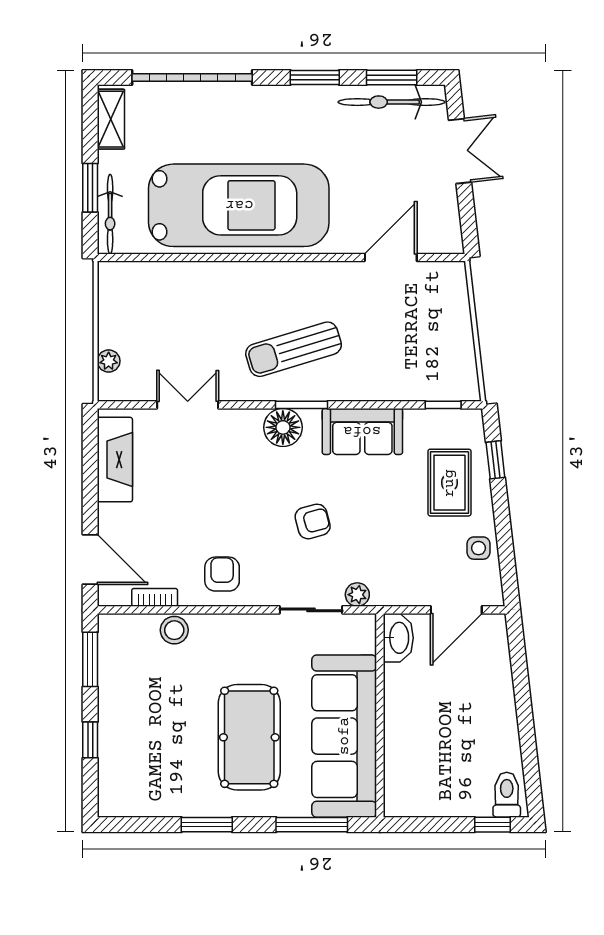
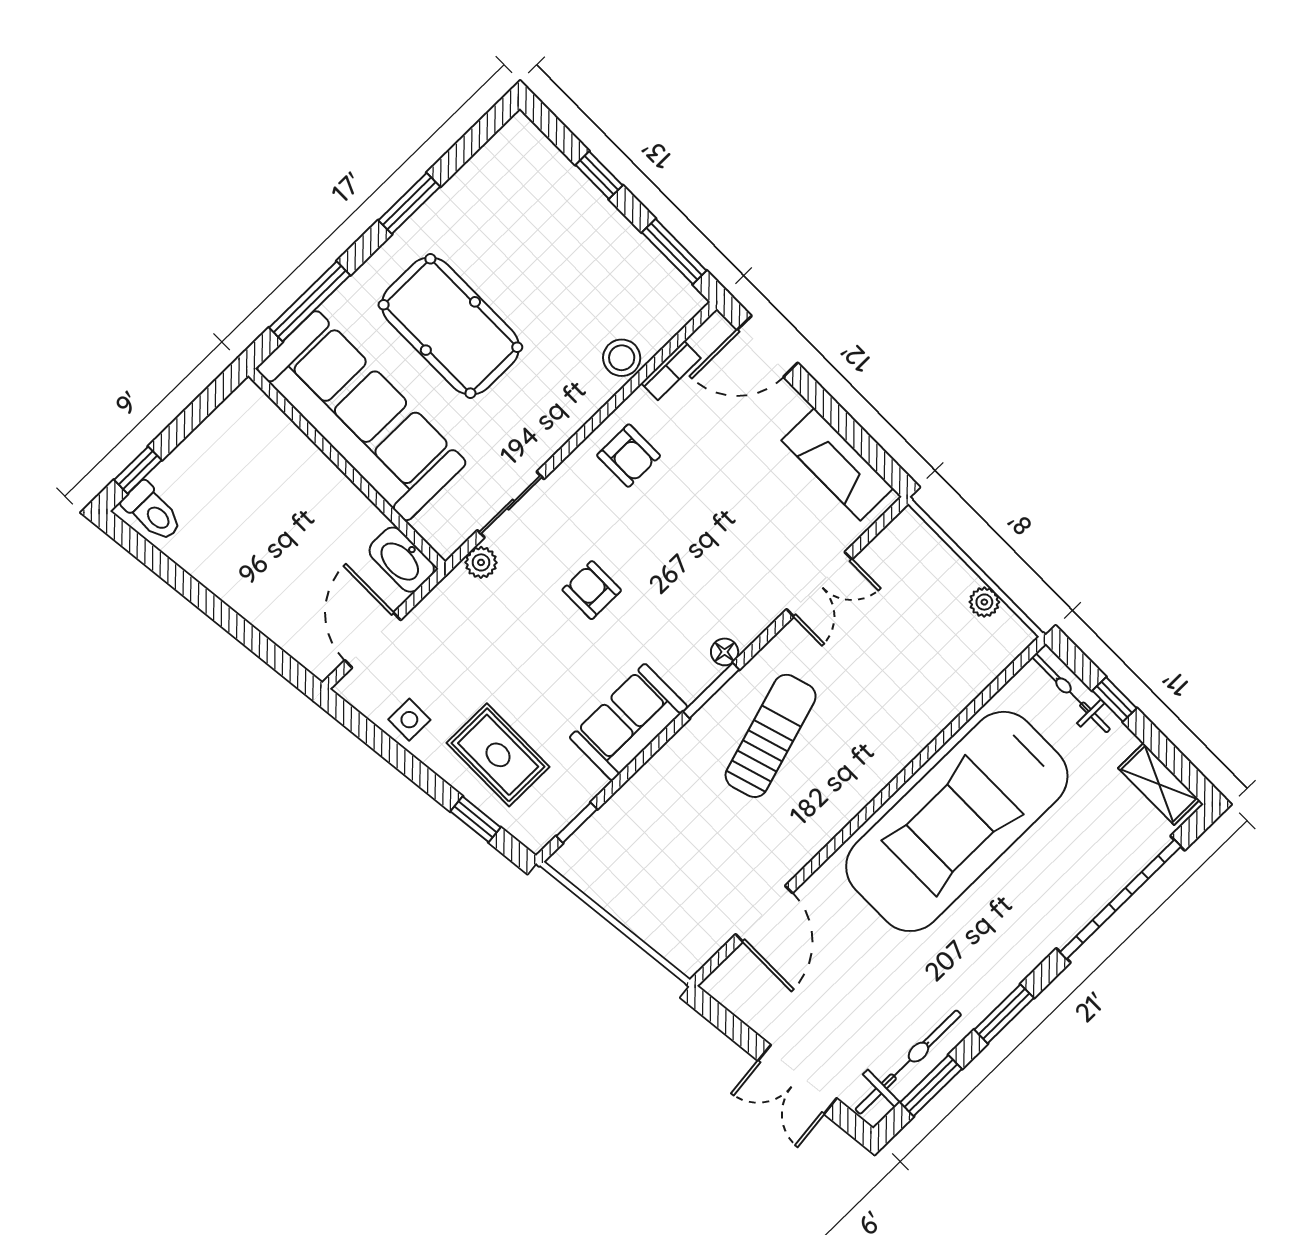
window: (90, 188) -> (1114, 699), width x0.67
plant: (109, 361) -> (984, 602), moved
floor lamp: (283, 427) -> (725, 652), width x0.53, depth x0.53
armchair: (313, 521) -> (592, 590), turned 105

